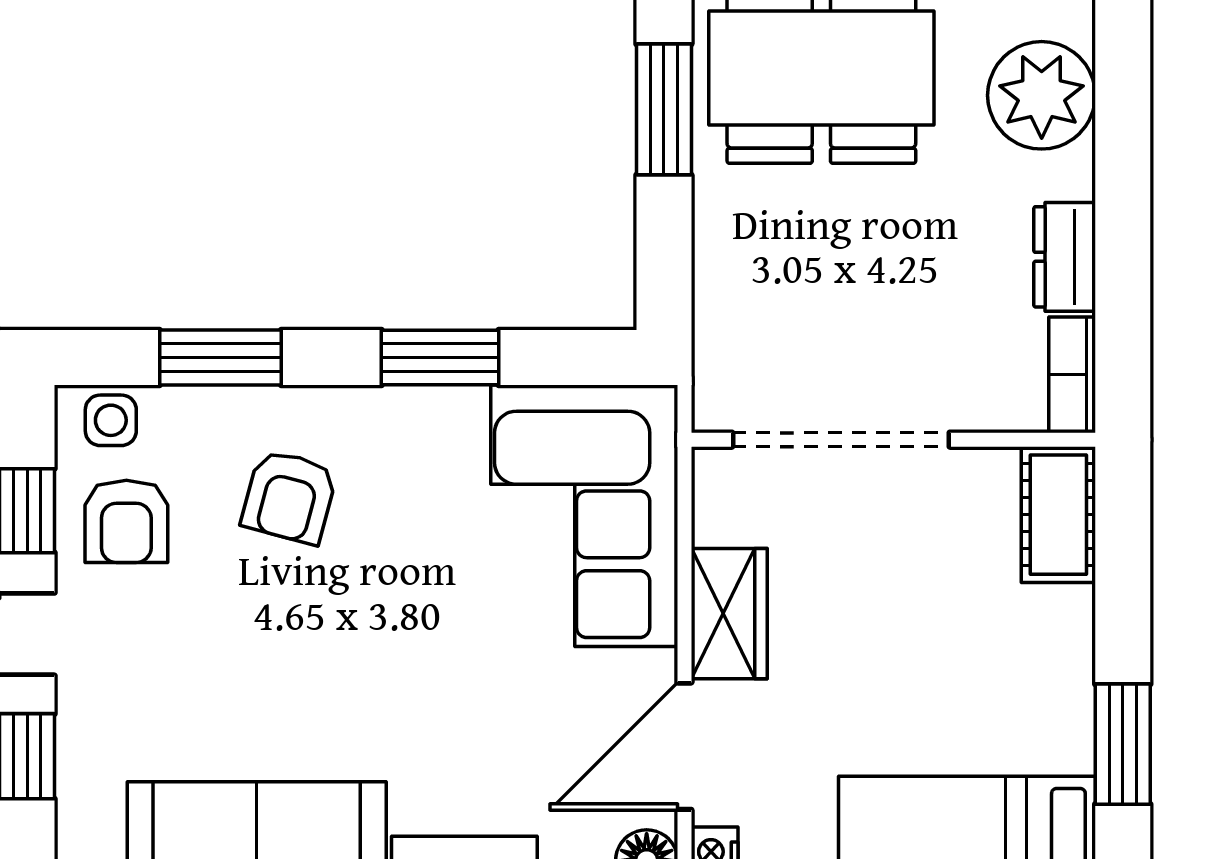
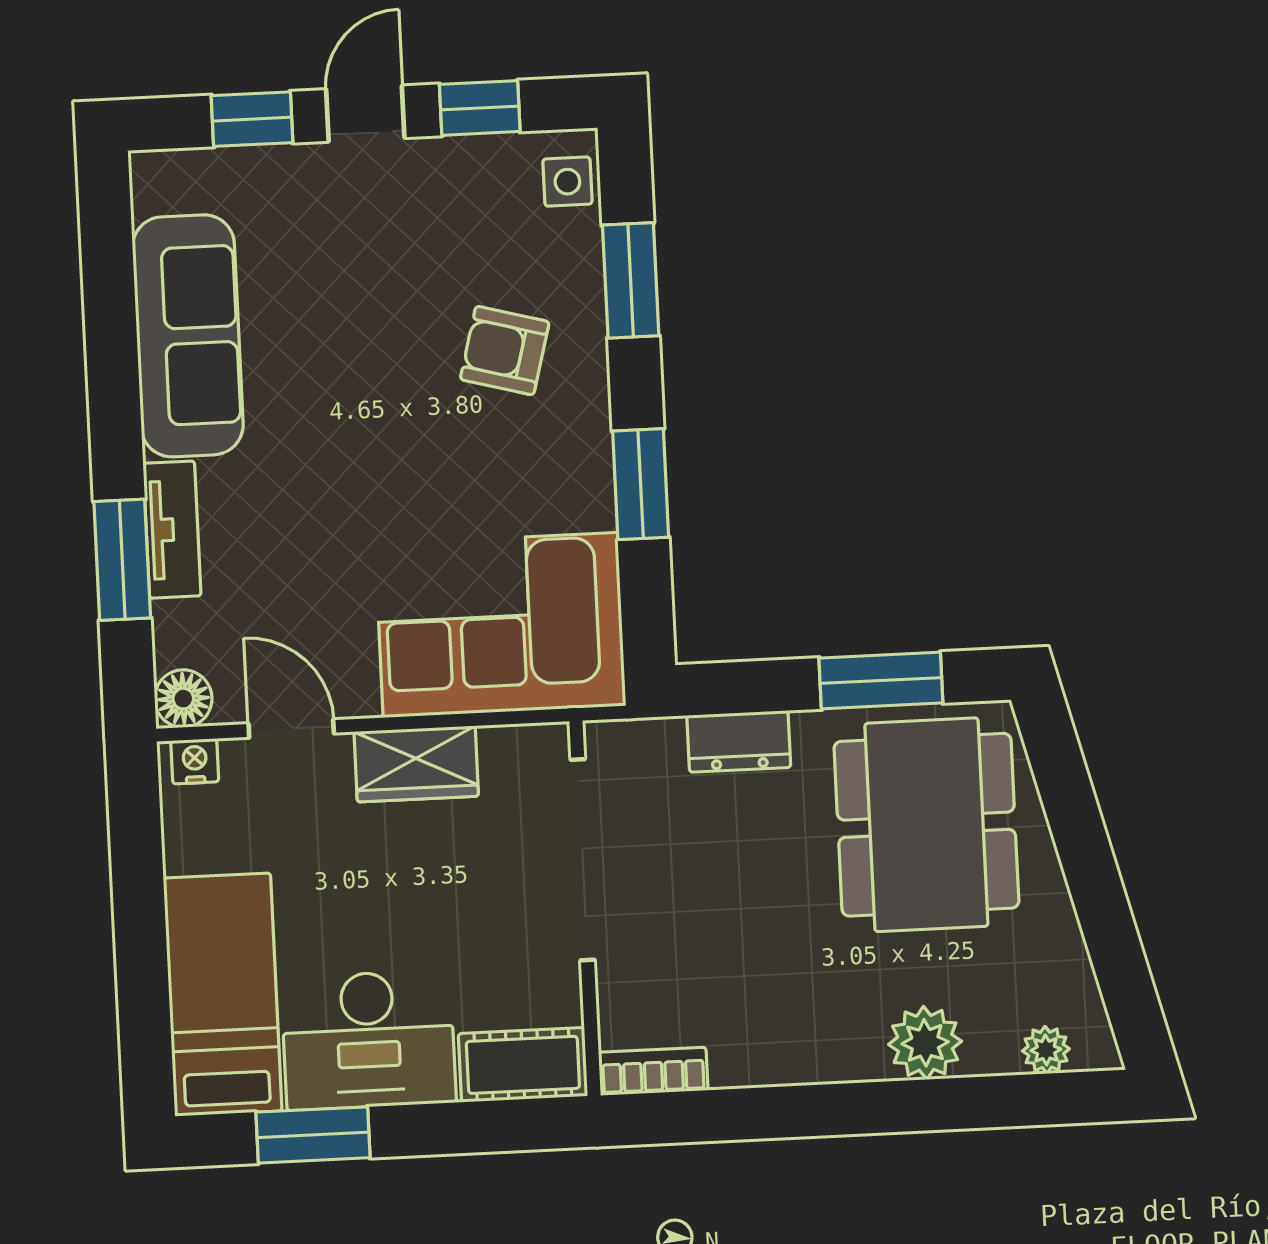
plant: (1042, 95) -> (925, 1043), width x0.73, depth x0.73
dresser: (1065, 257) -> (739, 741), moved, turned 180
armchair: (126, 521) -> (474, 201), removed
desk: (1024, 679) -> (369, 1040), added
door: (684, 746) -> (291, 728), width x0.73

